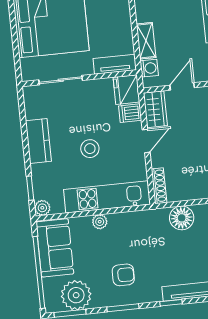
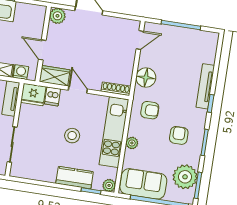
kitchen counter: (38, 141) -> (75, 178), moved
armchair: (144, 233) -> (150, 110), added

